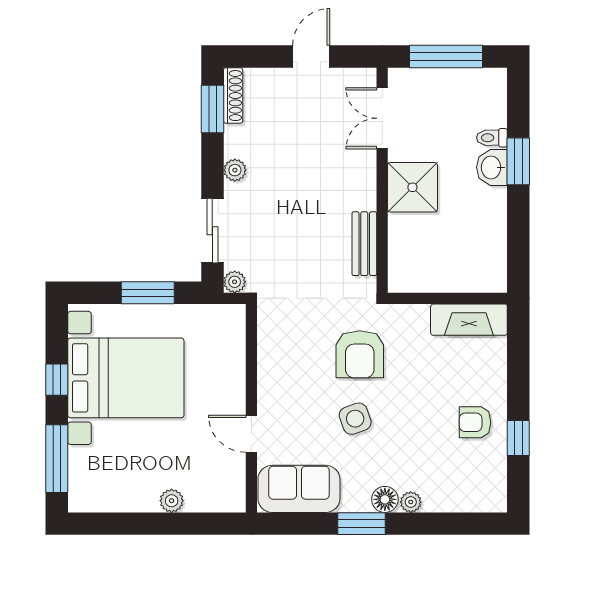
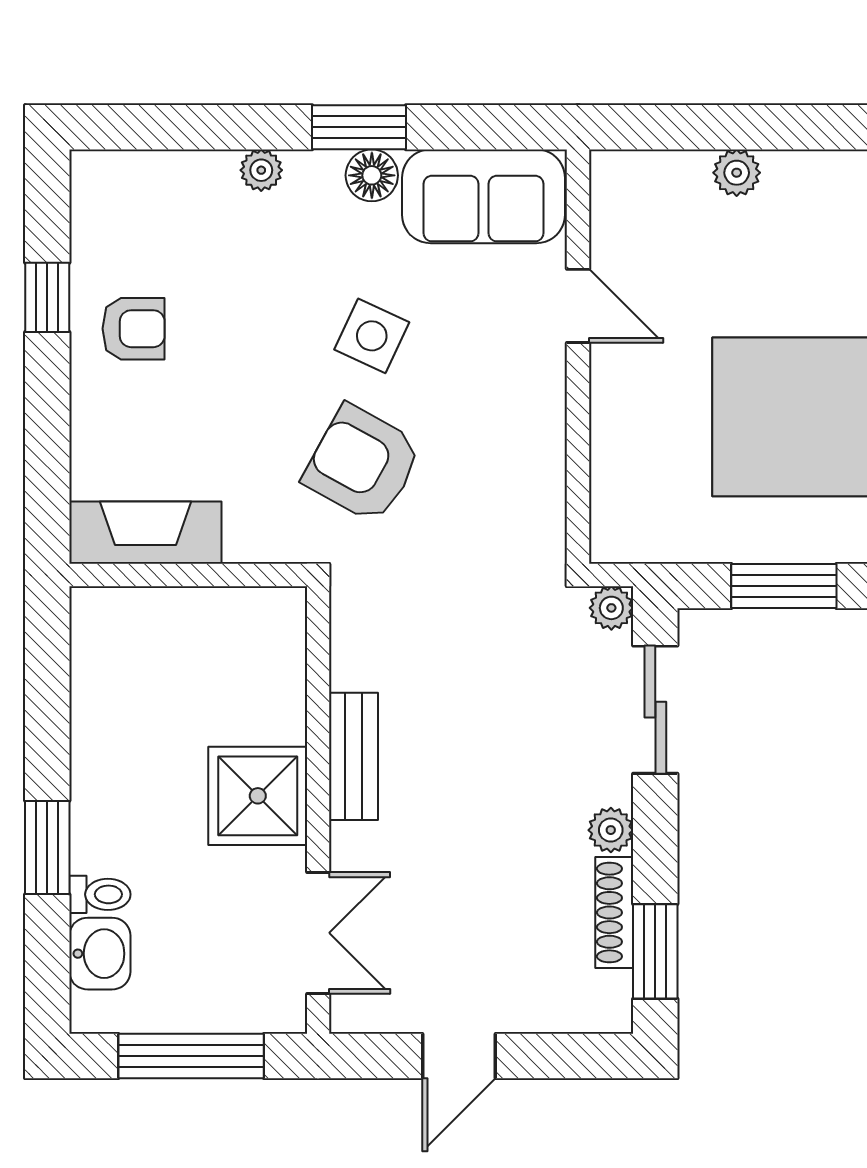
shoe rack: (233, 96) -> (614, 913), moved
washbasin: (492, 167) -> (100, 954), moved
bench: (364, 244) -> (354, 756), moved
armchair: (360, 354) -> (363, 464), turned -61
side table: (355, 419) -> (372, 336), turned 45
floor lamp: (385, 499) -> (372, 175), moved

